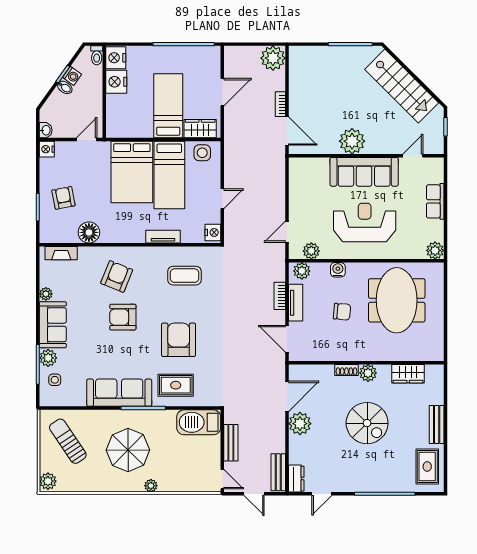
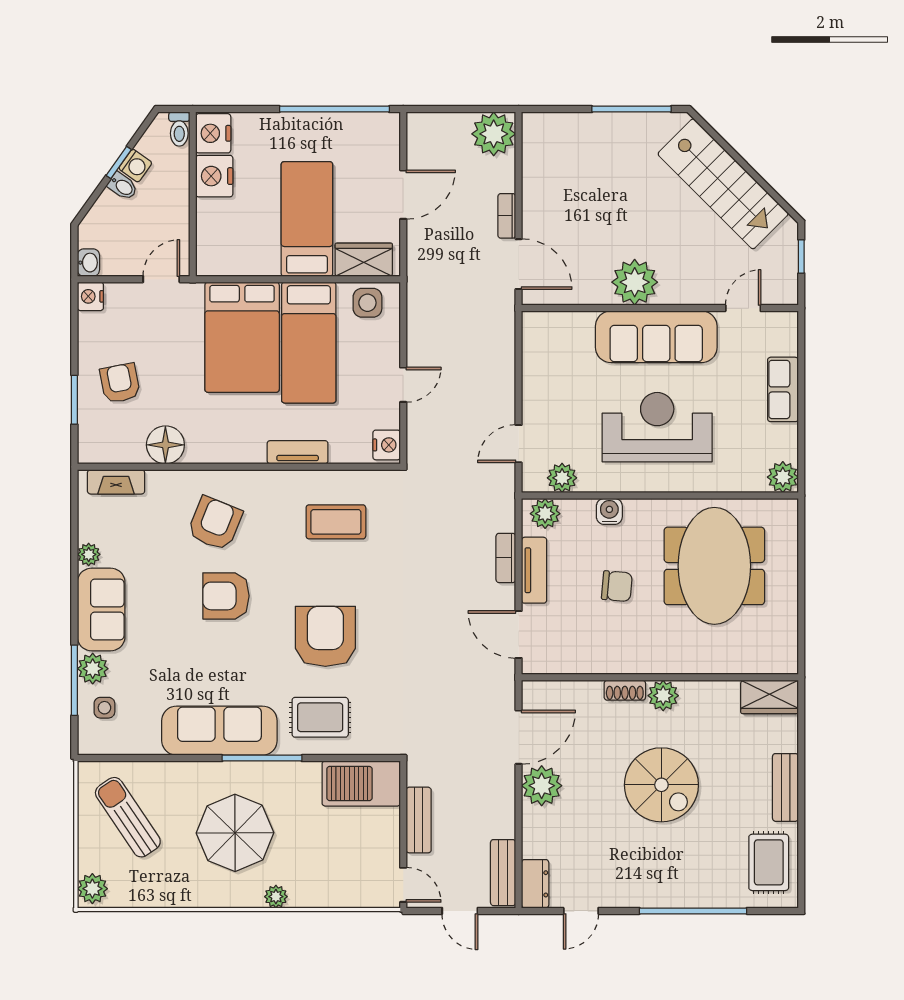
wardrobe: (408, 374) -> (770, 697), moved

